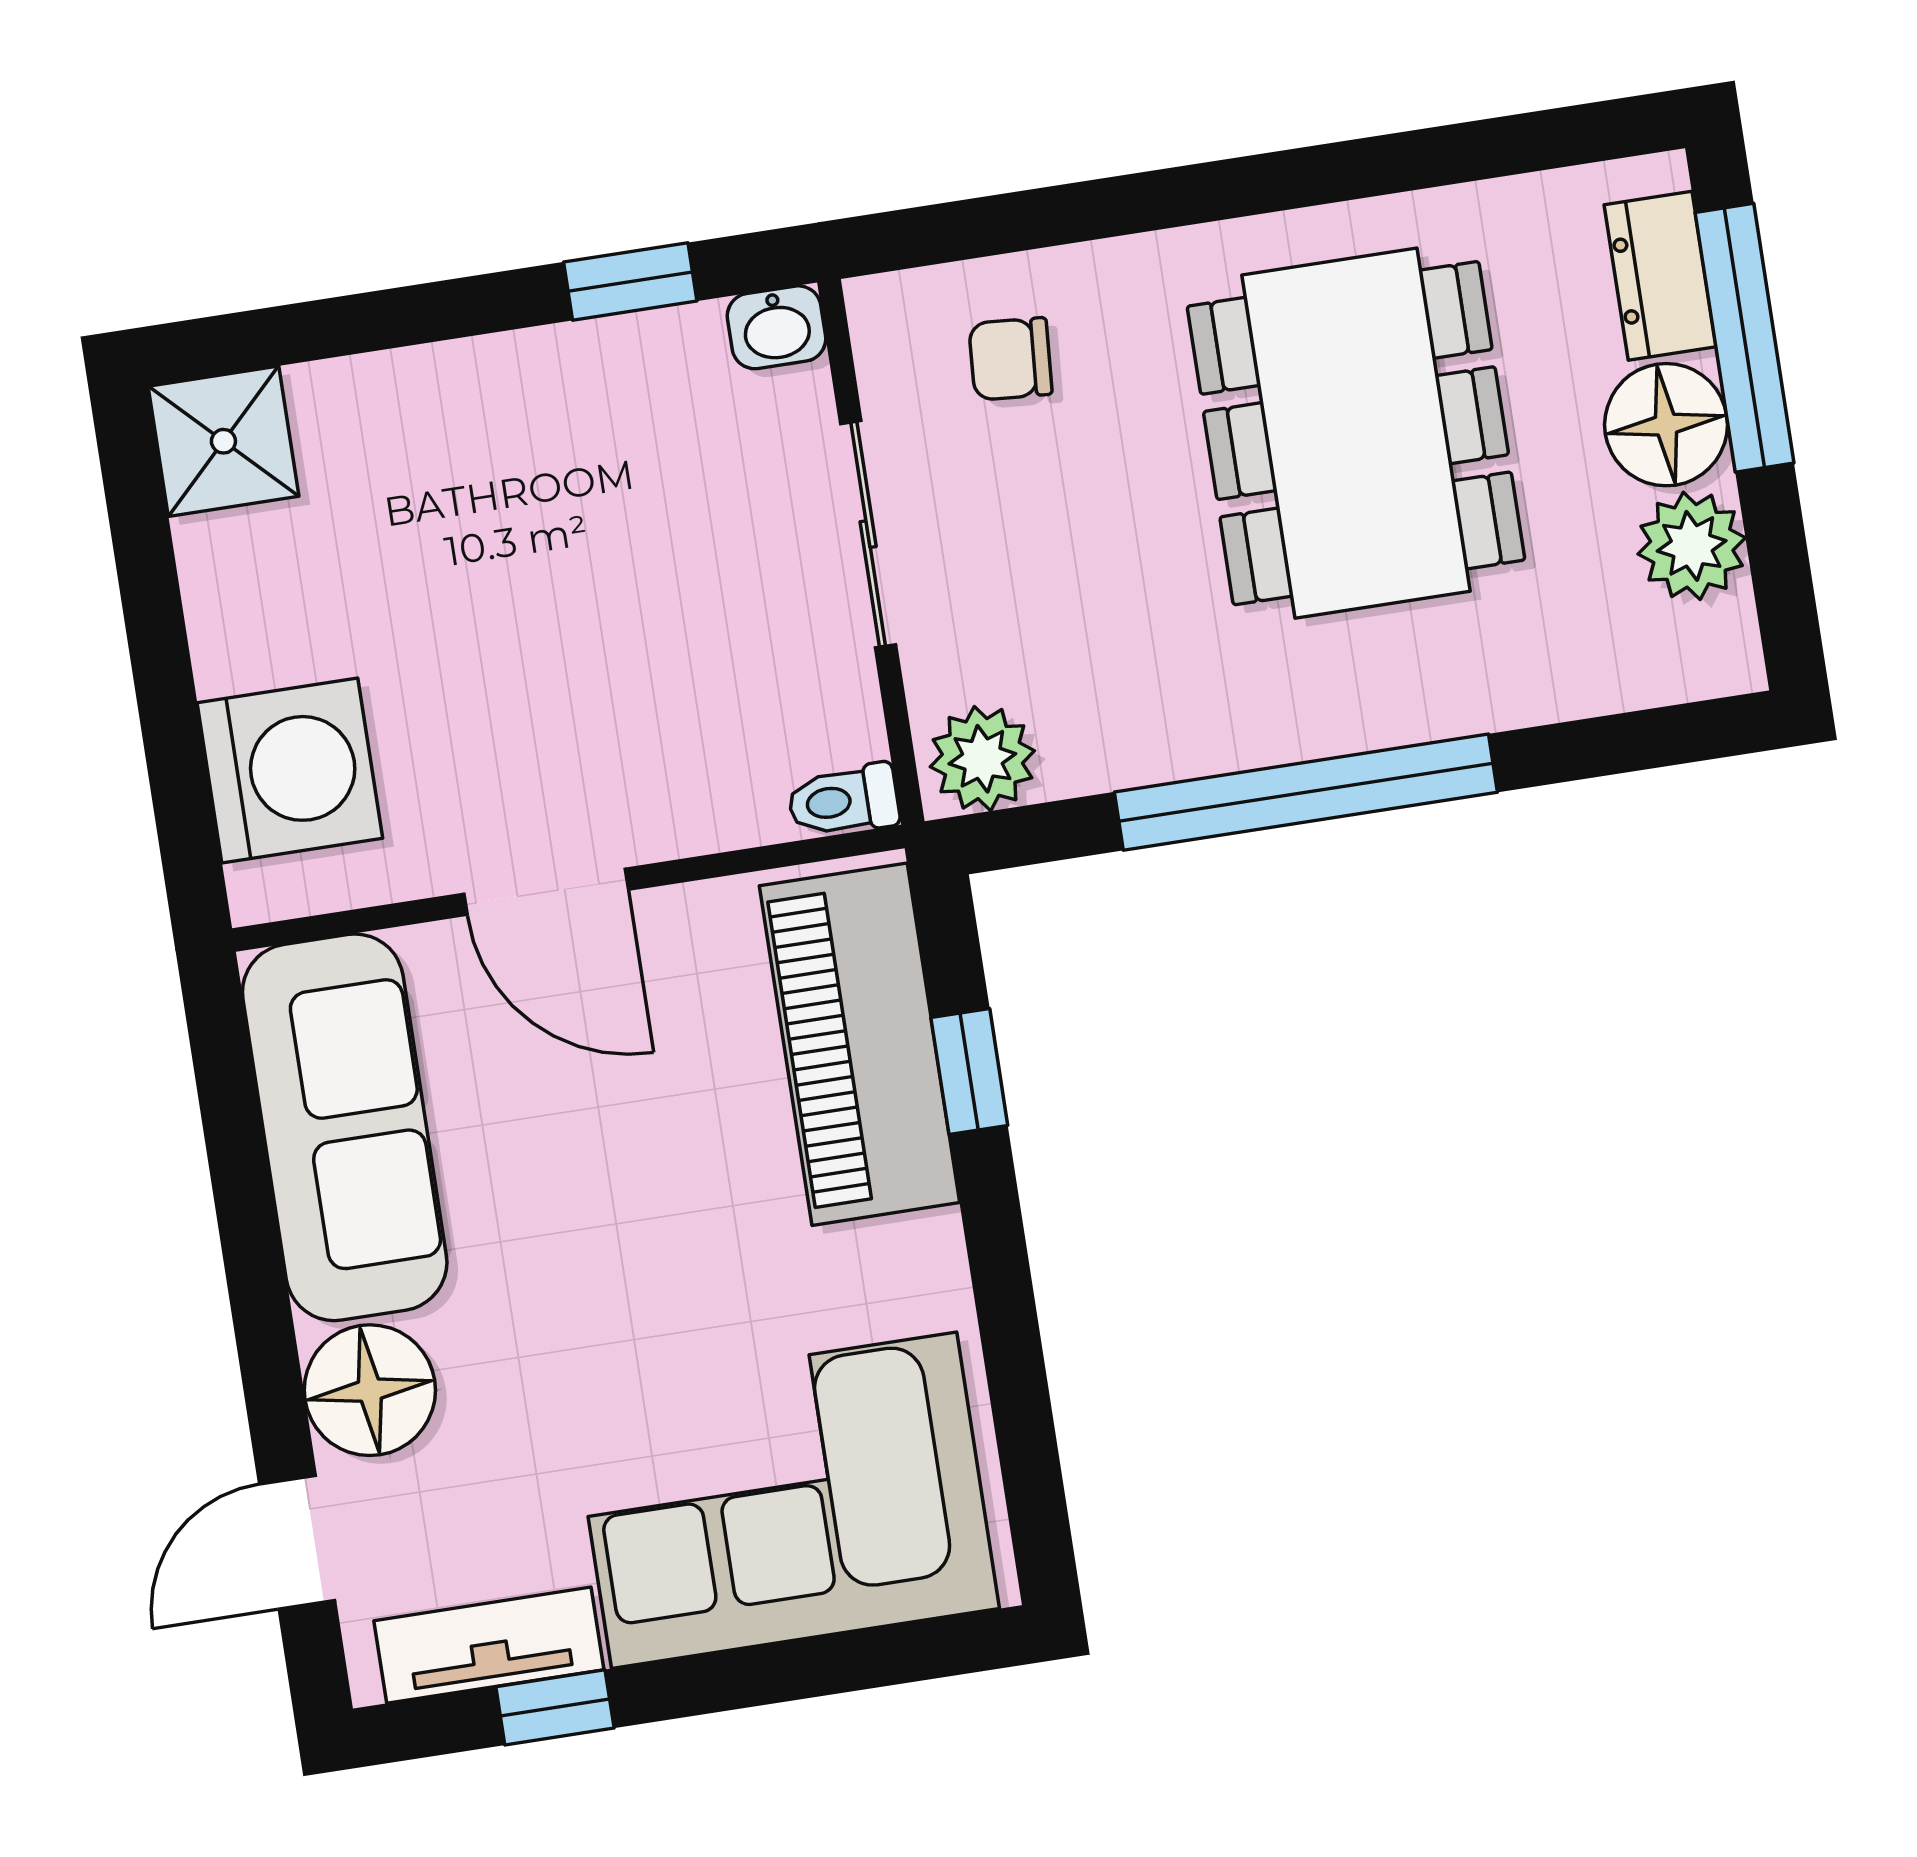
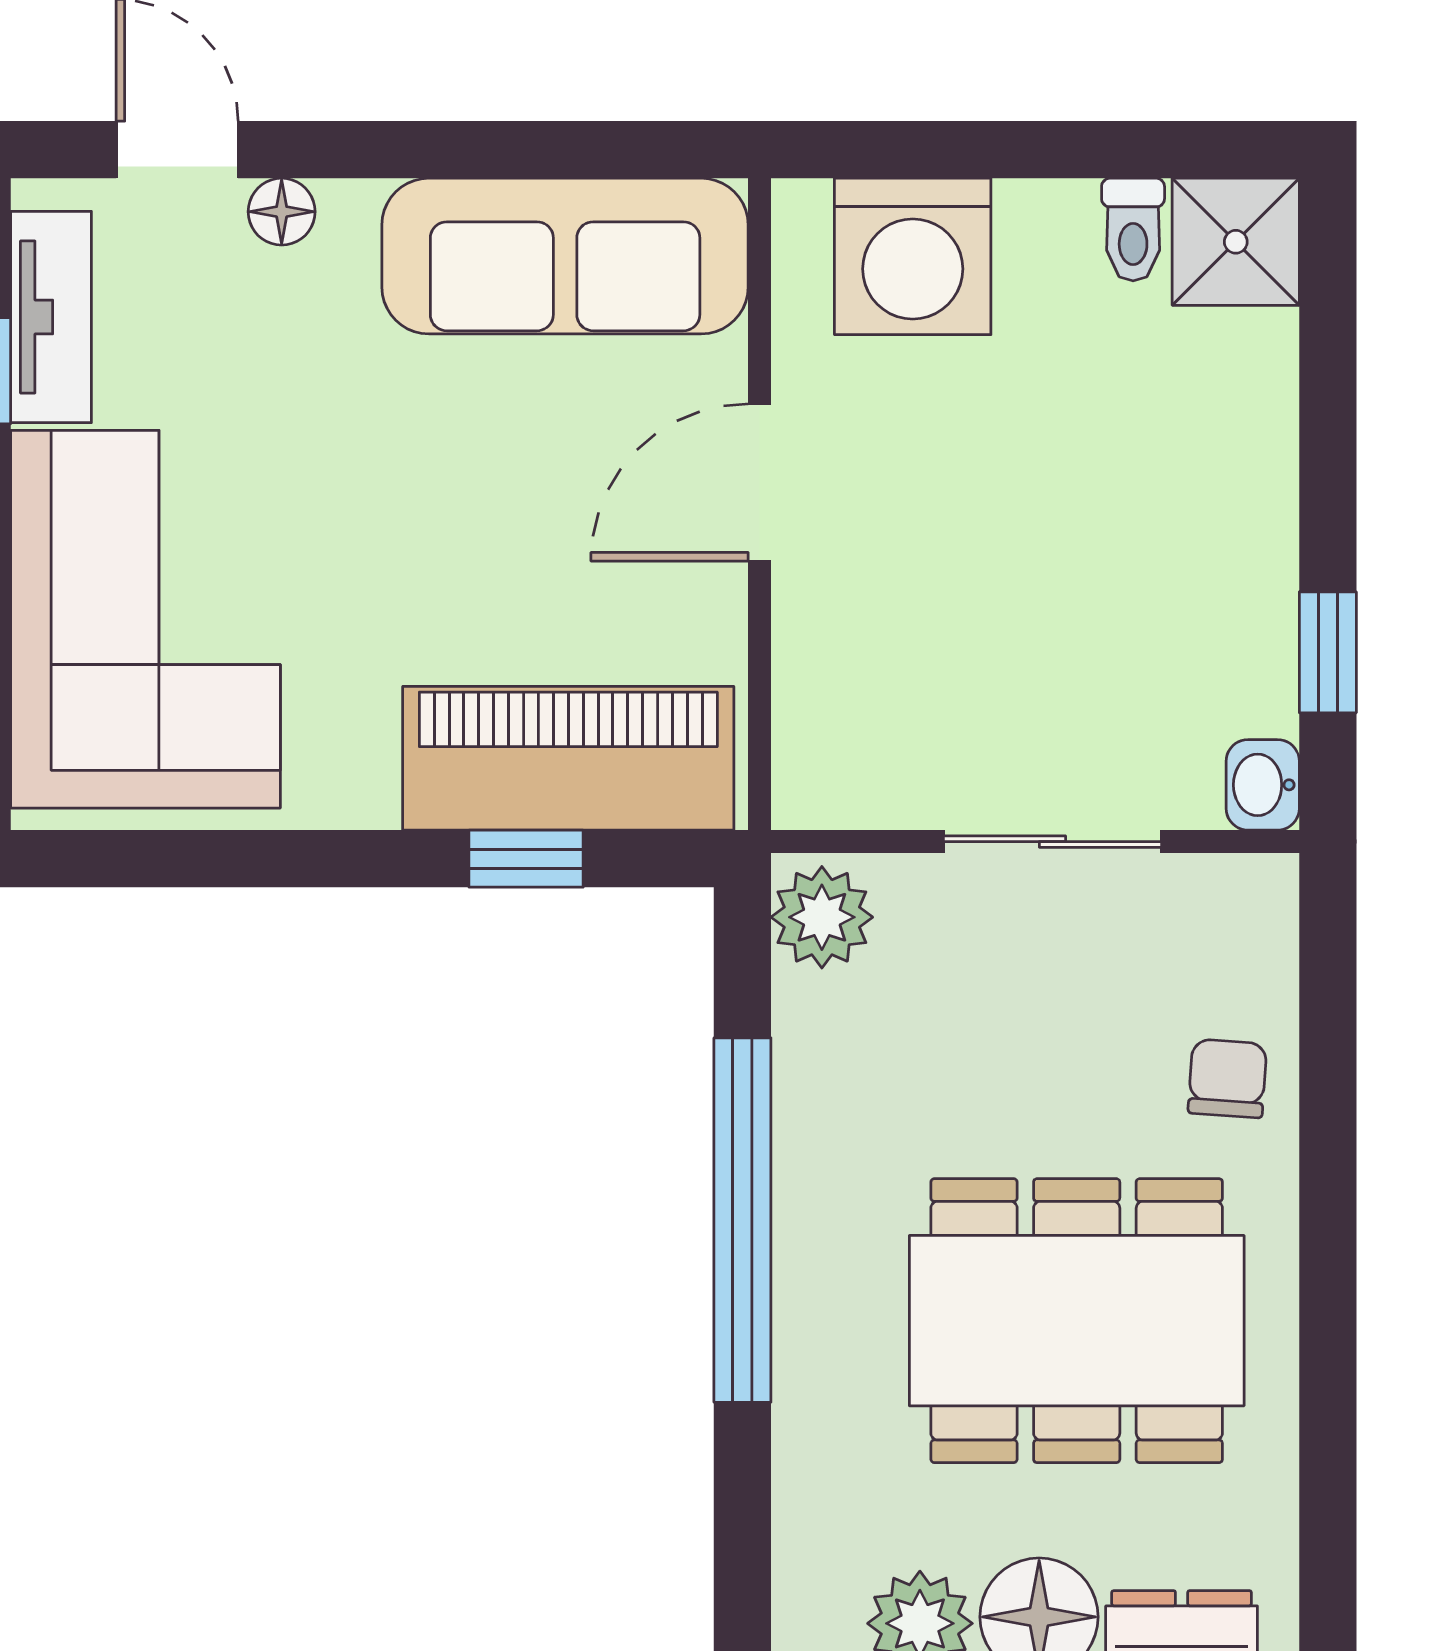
chair: (1010, 359) -> (1227, 1078), moved
toilet: (843, 801) -> (1133, 230), moved, turned 180
floor lamp: (370, 1390) -> (282, 212), width x0.53, depth x0.53

